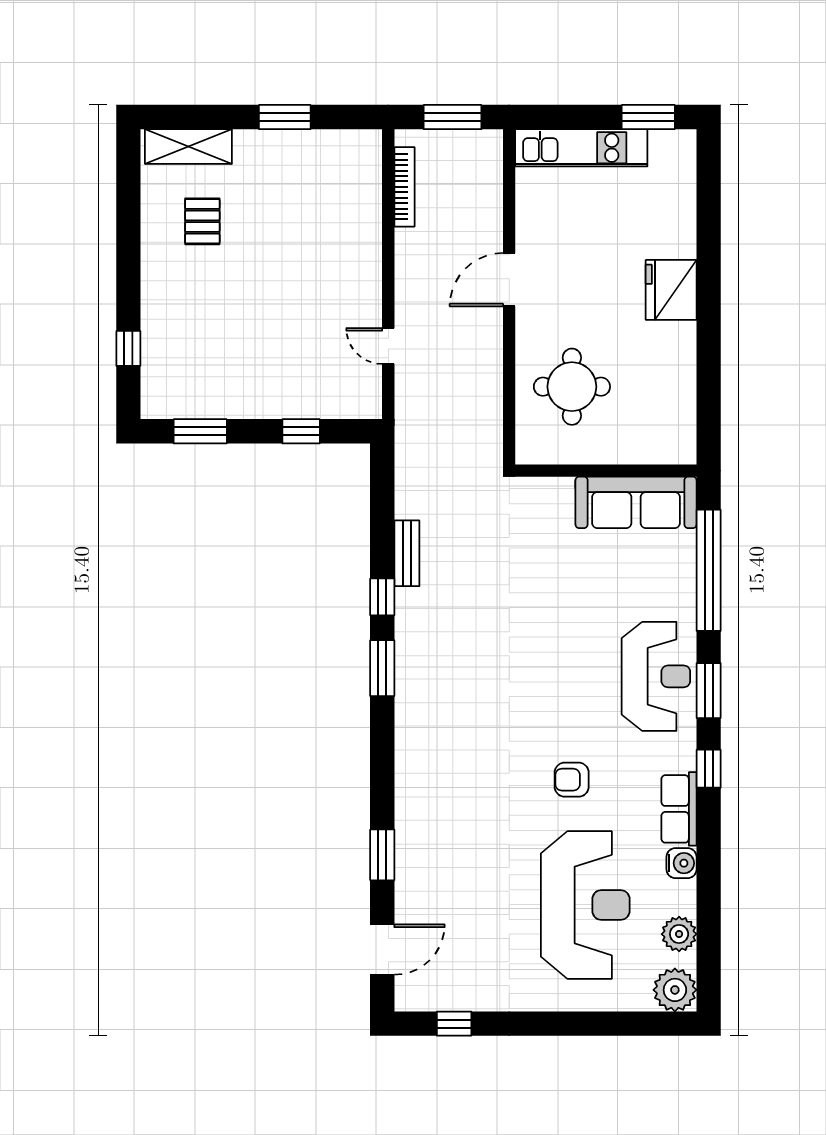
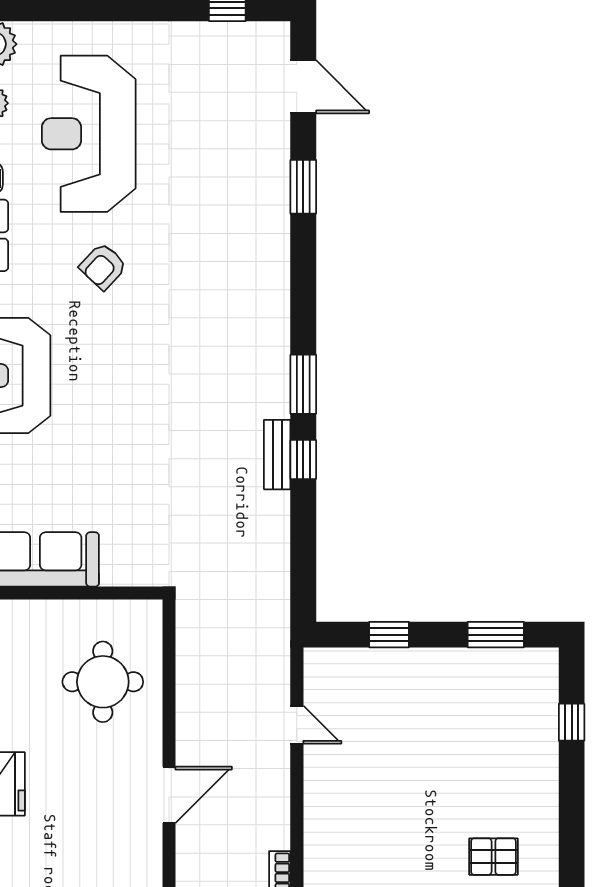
pallet: (202, 221) -> (493, 857), turned 90
bench: (407, 553) -> (277, 455), moved
armchair: (572, 780) -> (103, 266), turned 133
door: (382, 950) -> (303, 87), swing flipped

